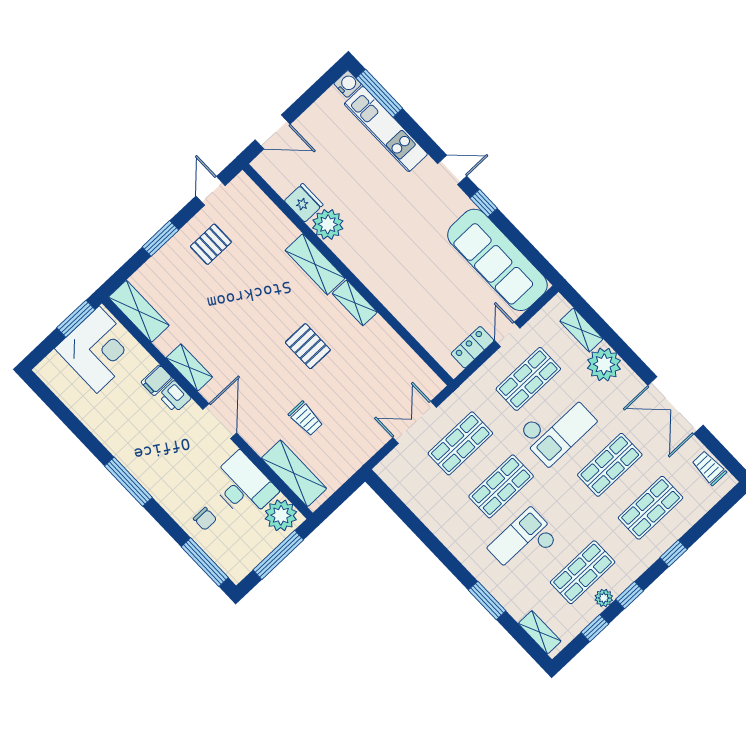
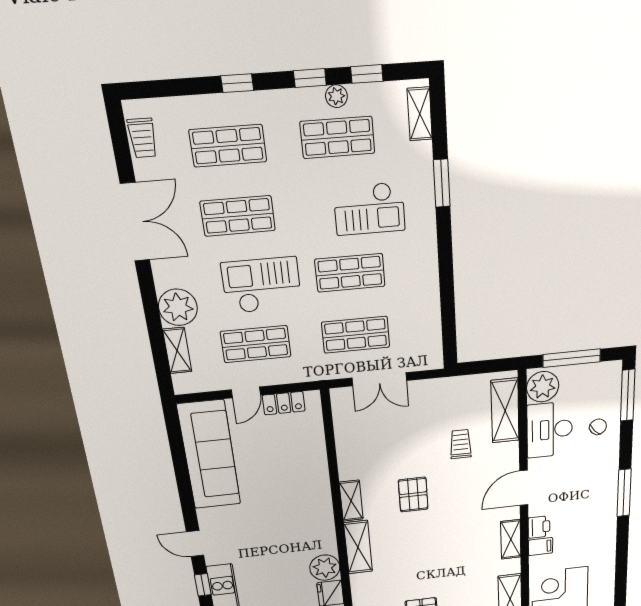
window: (484, 203) -> (203, 585), moved
chair: (205, 519) -> (598, 427), turned 47

